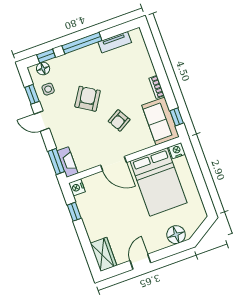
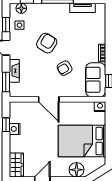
fireplace: (67, 162) -> (14, 71), moved
bed: (158, 182) -> (82, 141), moved, turned 90
nightstand: (77, 187) -> (15, 129), moved

